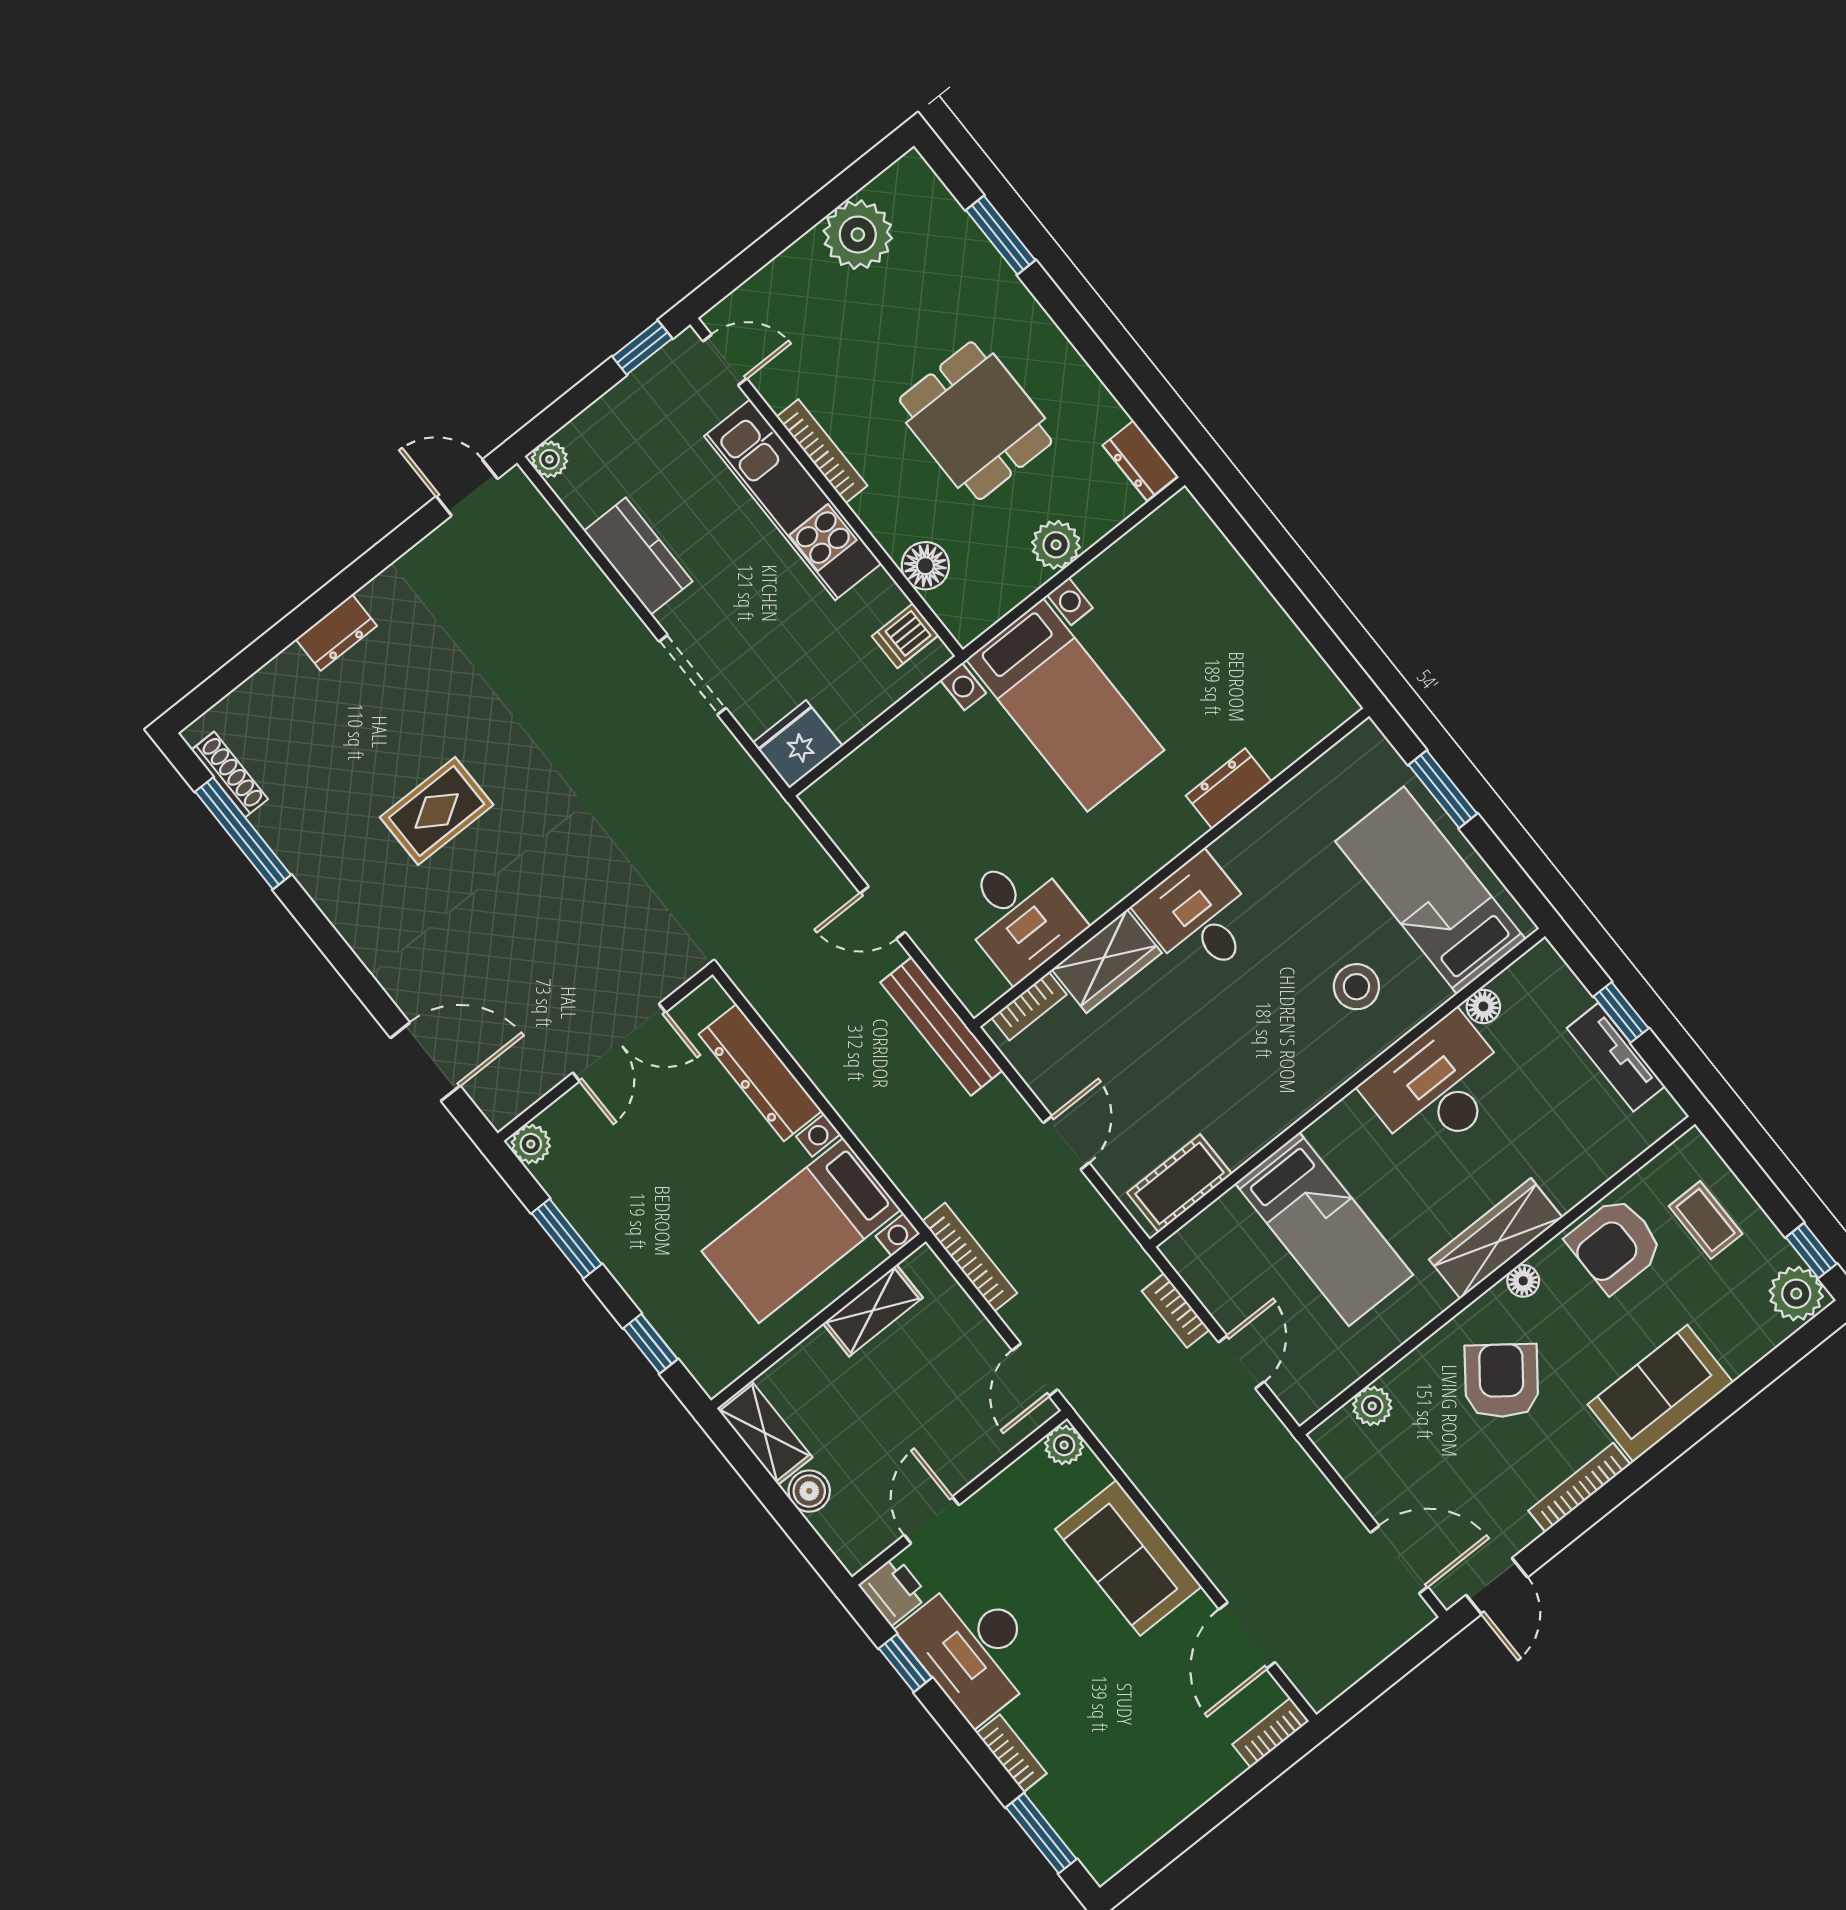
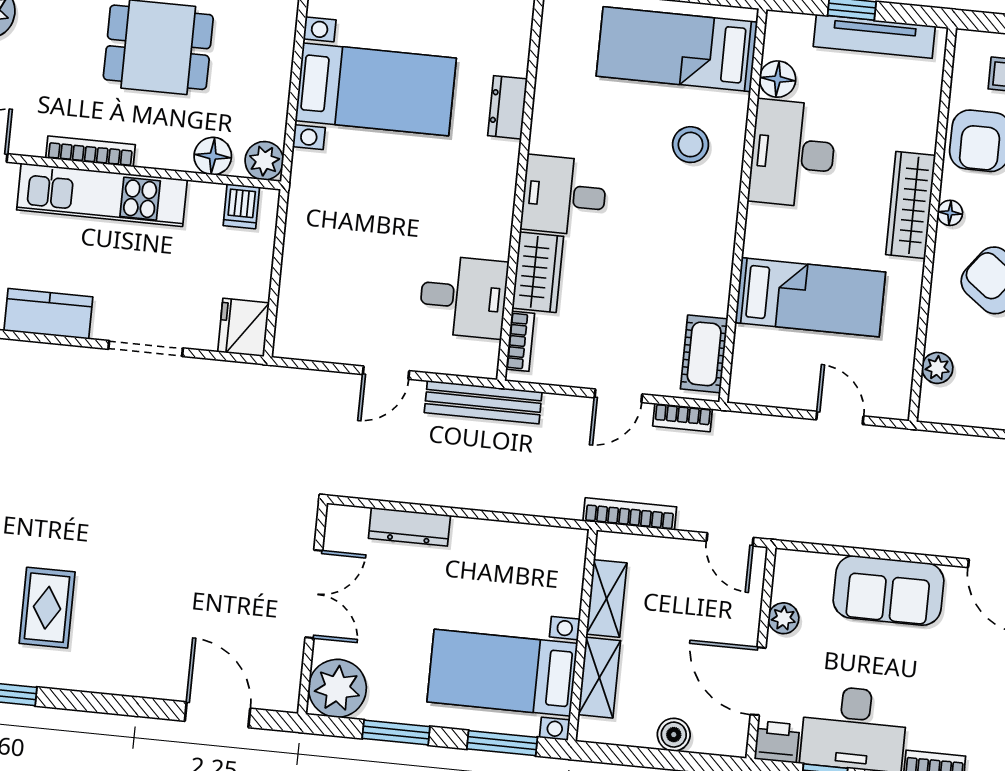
plant: (1056, 545) -> (264, 161), moved
bed with nightstands: (1065, 705) -> (376, 89), moved
rug: (437, 811) -> (47, 608), moved
floor lamp: (1483, 1006) -> (777, 79), width x1.37, depth x1.37
tv unit: (1616, 1057) -> (874, 36), width x1.41
door: (425, 1062) -> (217, 715), hinge flipped
dresser: (760, 1073) -> (409, 527), width x0.73, depth x0.80
door: (1066, 1143) -> (618, 396), swing flipped
plant: (531, 1144) -> (337, 688), width x1.88, depth x1.88
bed with nightstands: (801, 1230) -> (502, 673), moved, turned 90
bookcase: (1176, 1310) -> (683, 417), moved
window: (650, 1344) -> (502, 743), width x1.50
shelving: (765, 1433) -> (599, 678), moved, turned 90
plant: (1064, 1445) -> (783, 618), moved
door: (932, 1520) -> (758, 681), width x1.38

